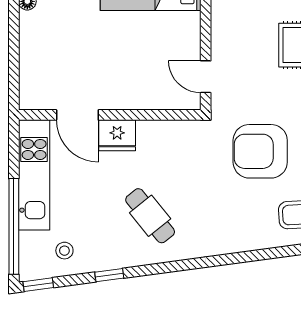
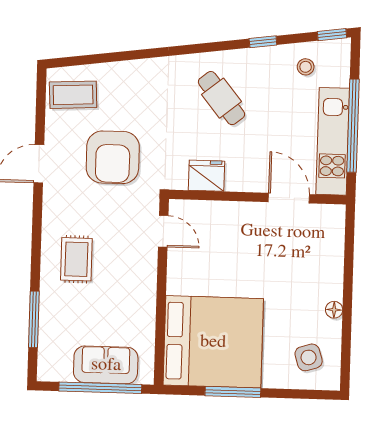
fridge: (117, 135) -> (207, 176), moved
armchair: (260, 151) -> (113, 157), turned 90
window: (14, 226) -> (353, 126), moved

